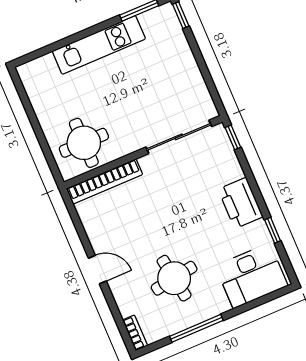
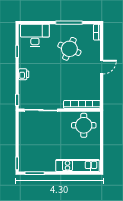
kitchen unit: (99, 45) -> (78, 166), moved
printer: (240, 203) -> (24, 74), width x0.53, depth x0.68
door: (97, 270) -> (102, 67), swing flipped
round table: (174, 278) -> (69, 49), turned 32

